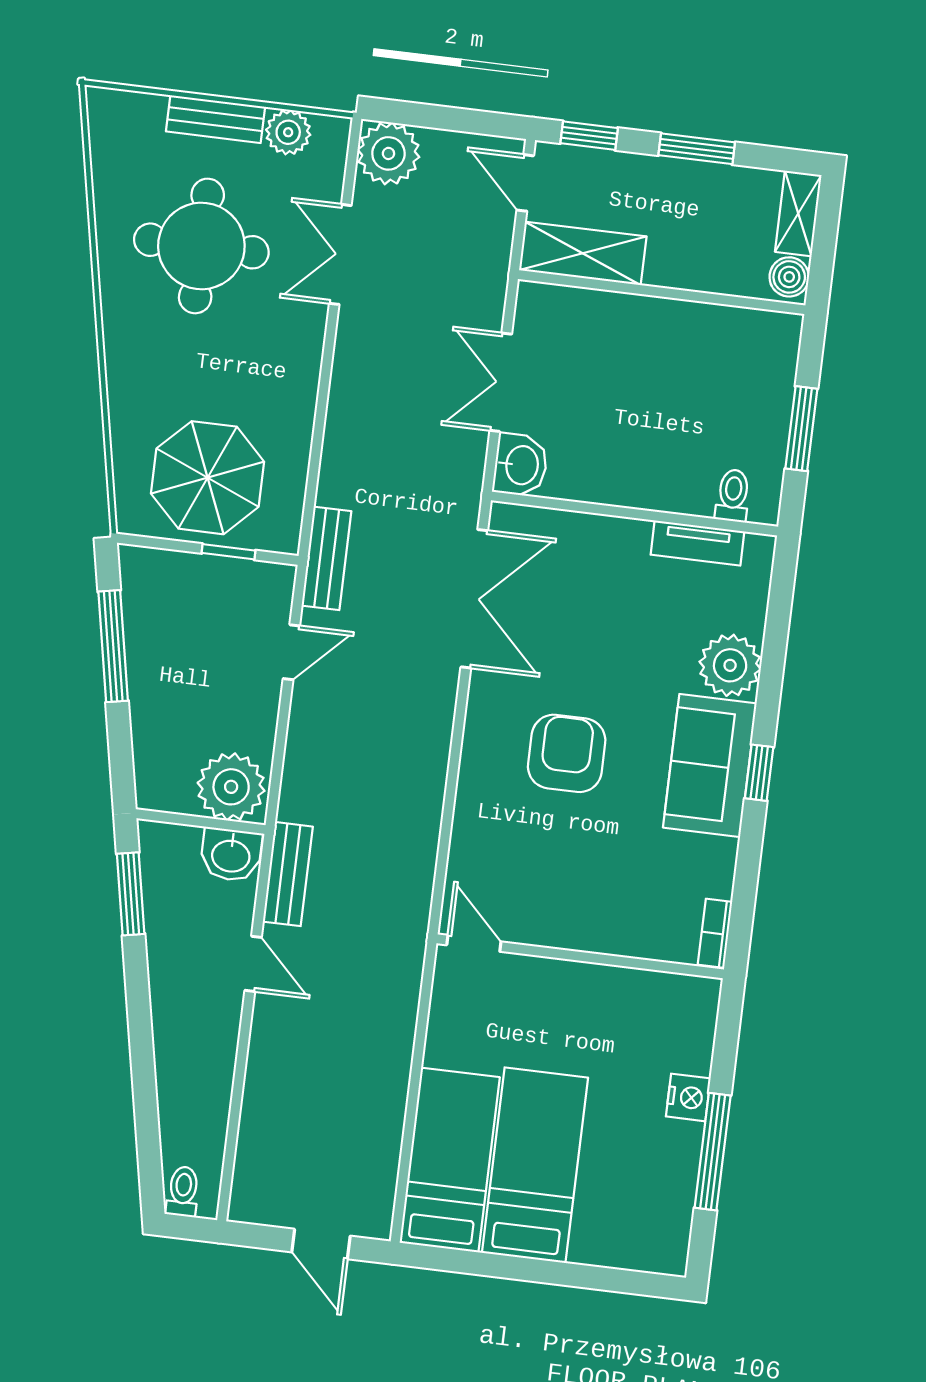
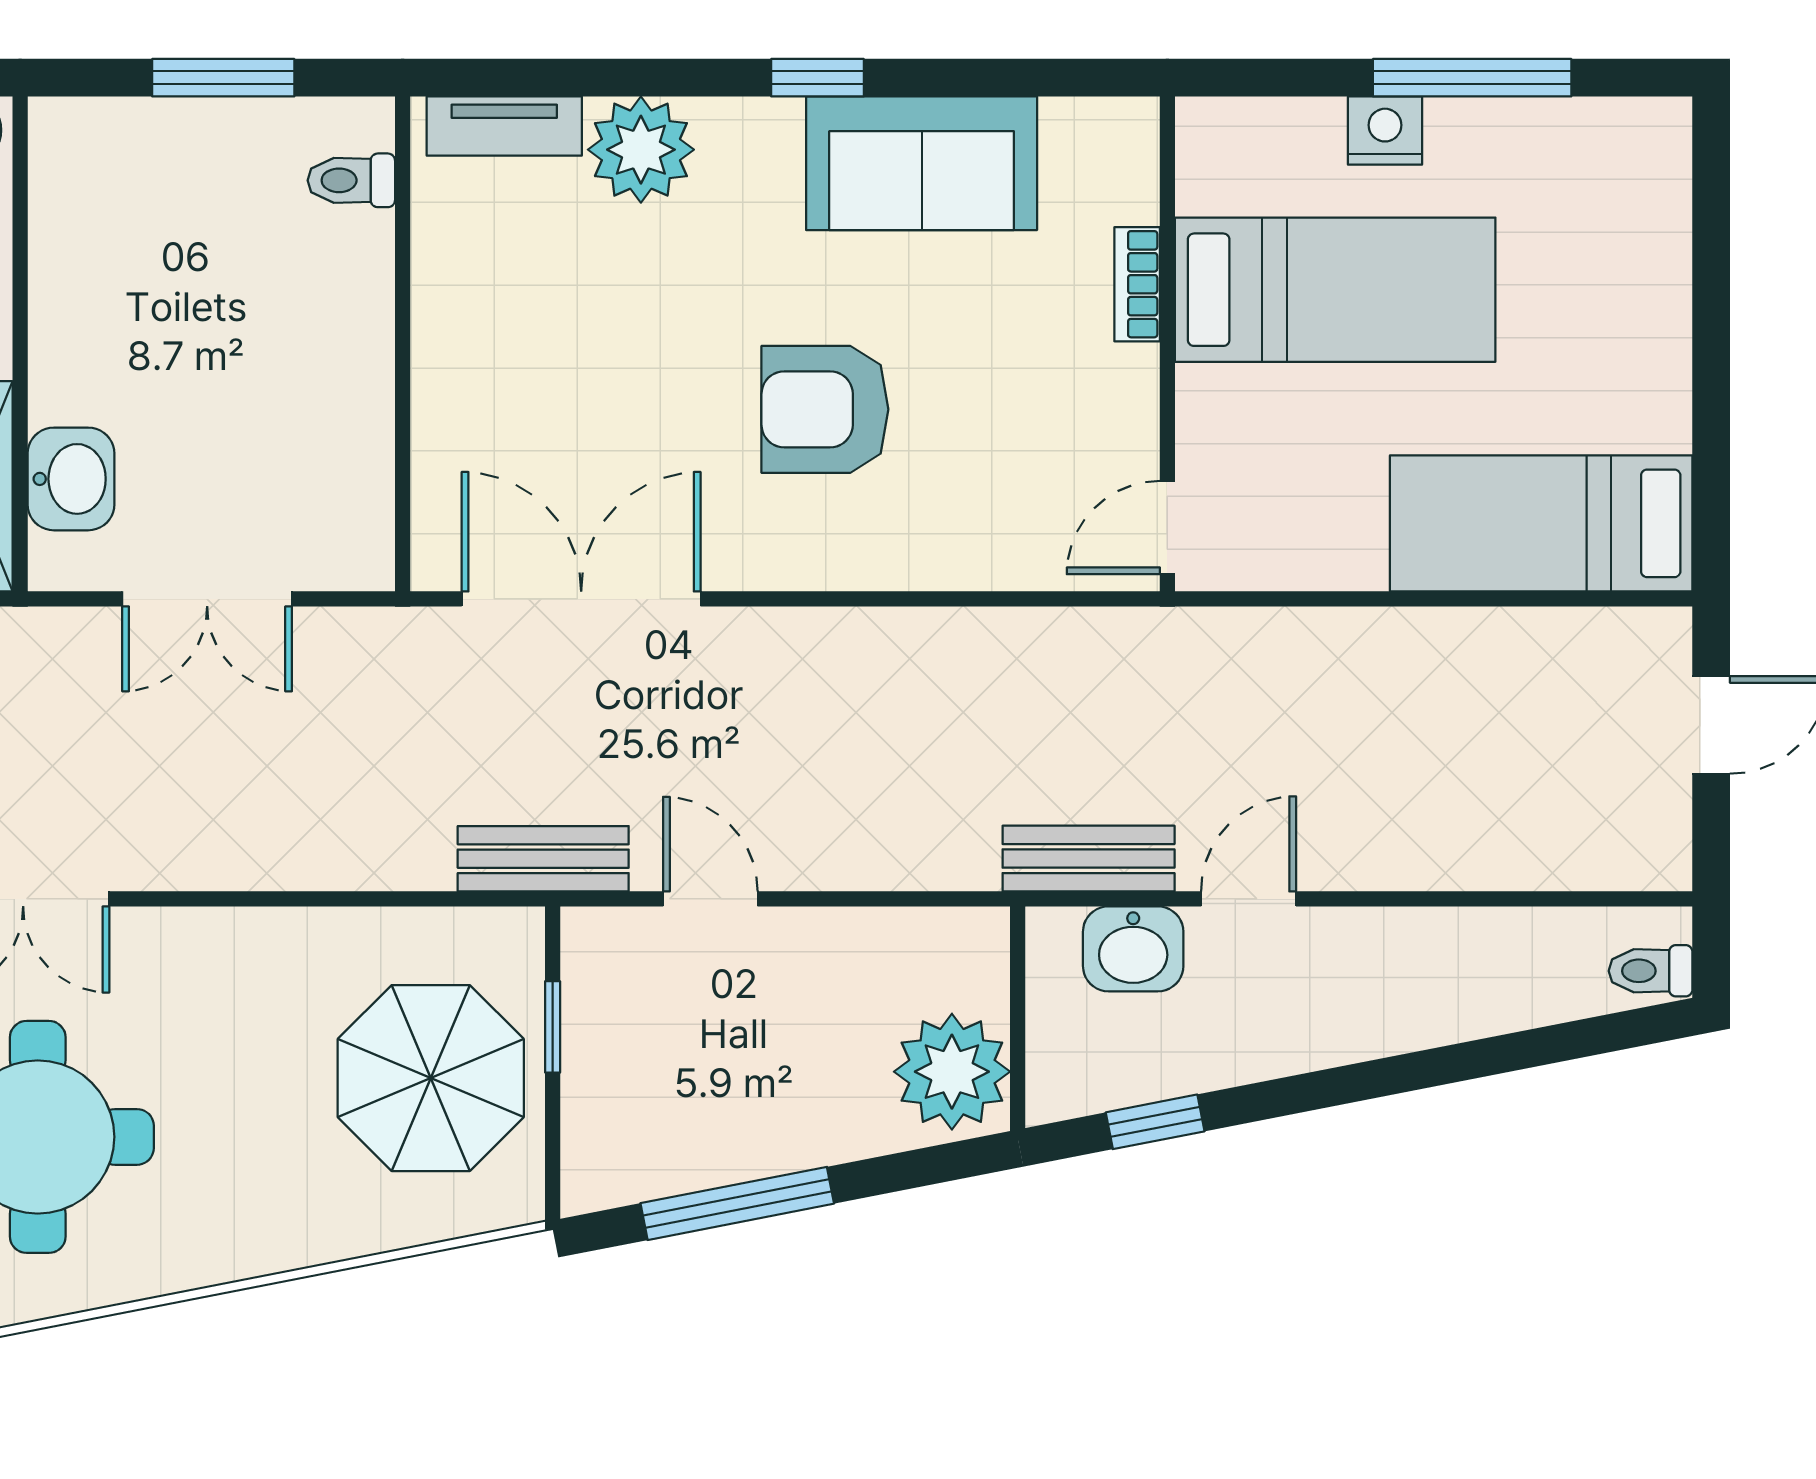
washbasin: (521, 465) -> (71, 479), moved, turned 90
tv unit: (698, 543) -> (504, 126), moved, turned 90
sofa: (710, 765) -> (922, 163), moved
plant: (231, 787) -> (952, 1072), moved
washbasin: (231, 855) -> (1133, 949), moved, turned 90
window: (131, 894) -> (1155, 1122), width x0.67
bookcase: (715, 933) -> (1137, 284), moved, turned 90
bed: (535, 1165) -> (1335, 290), moved, turned 180

